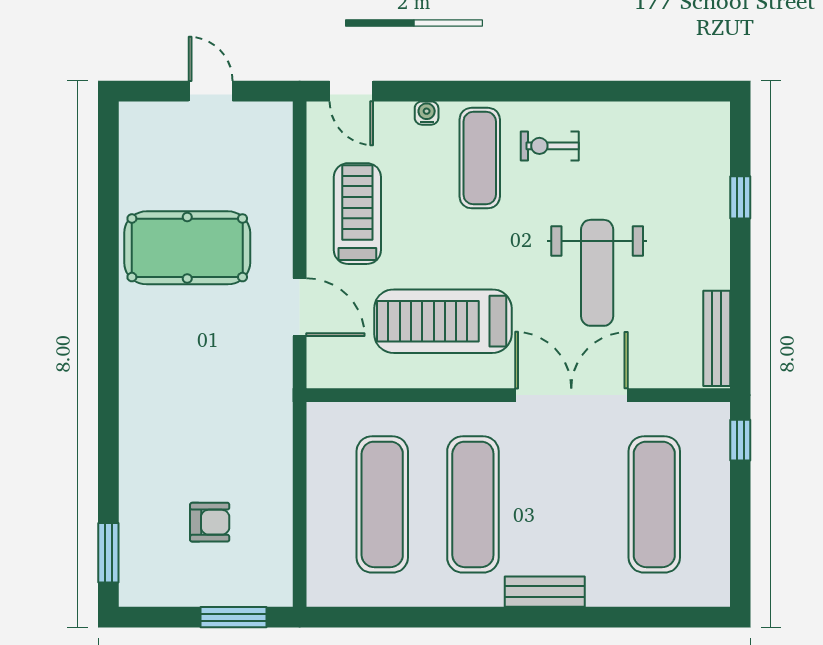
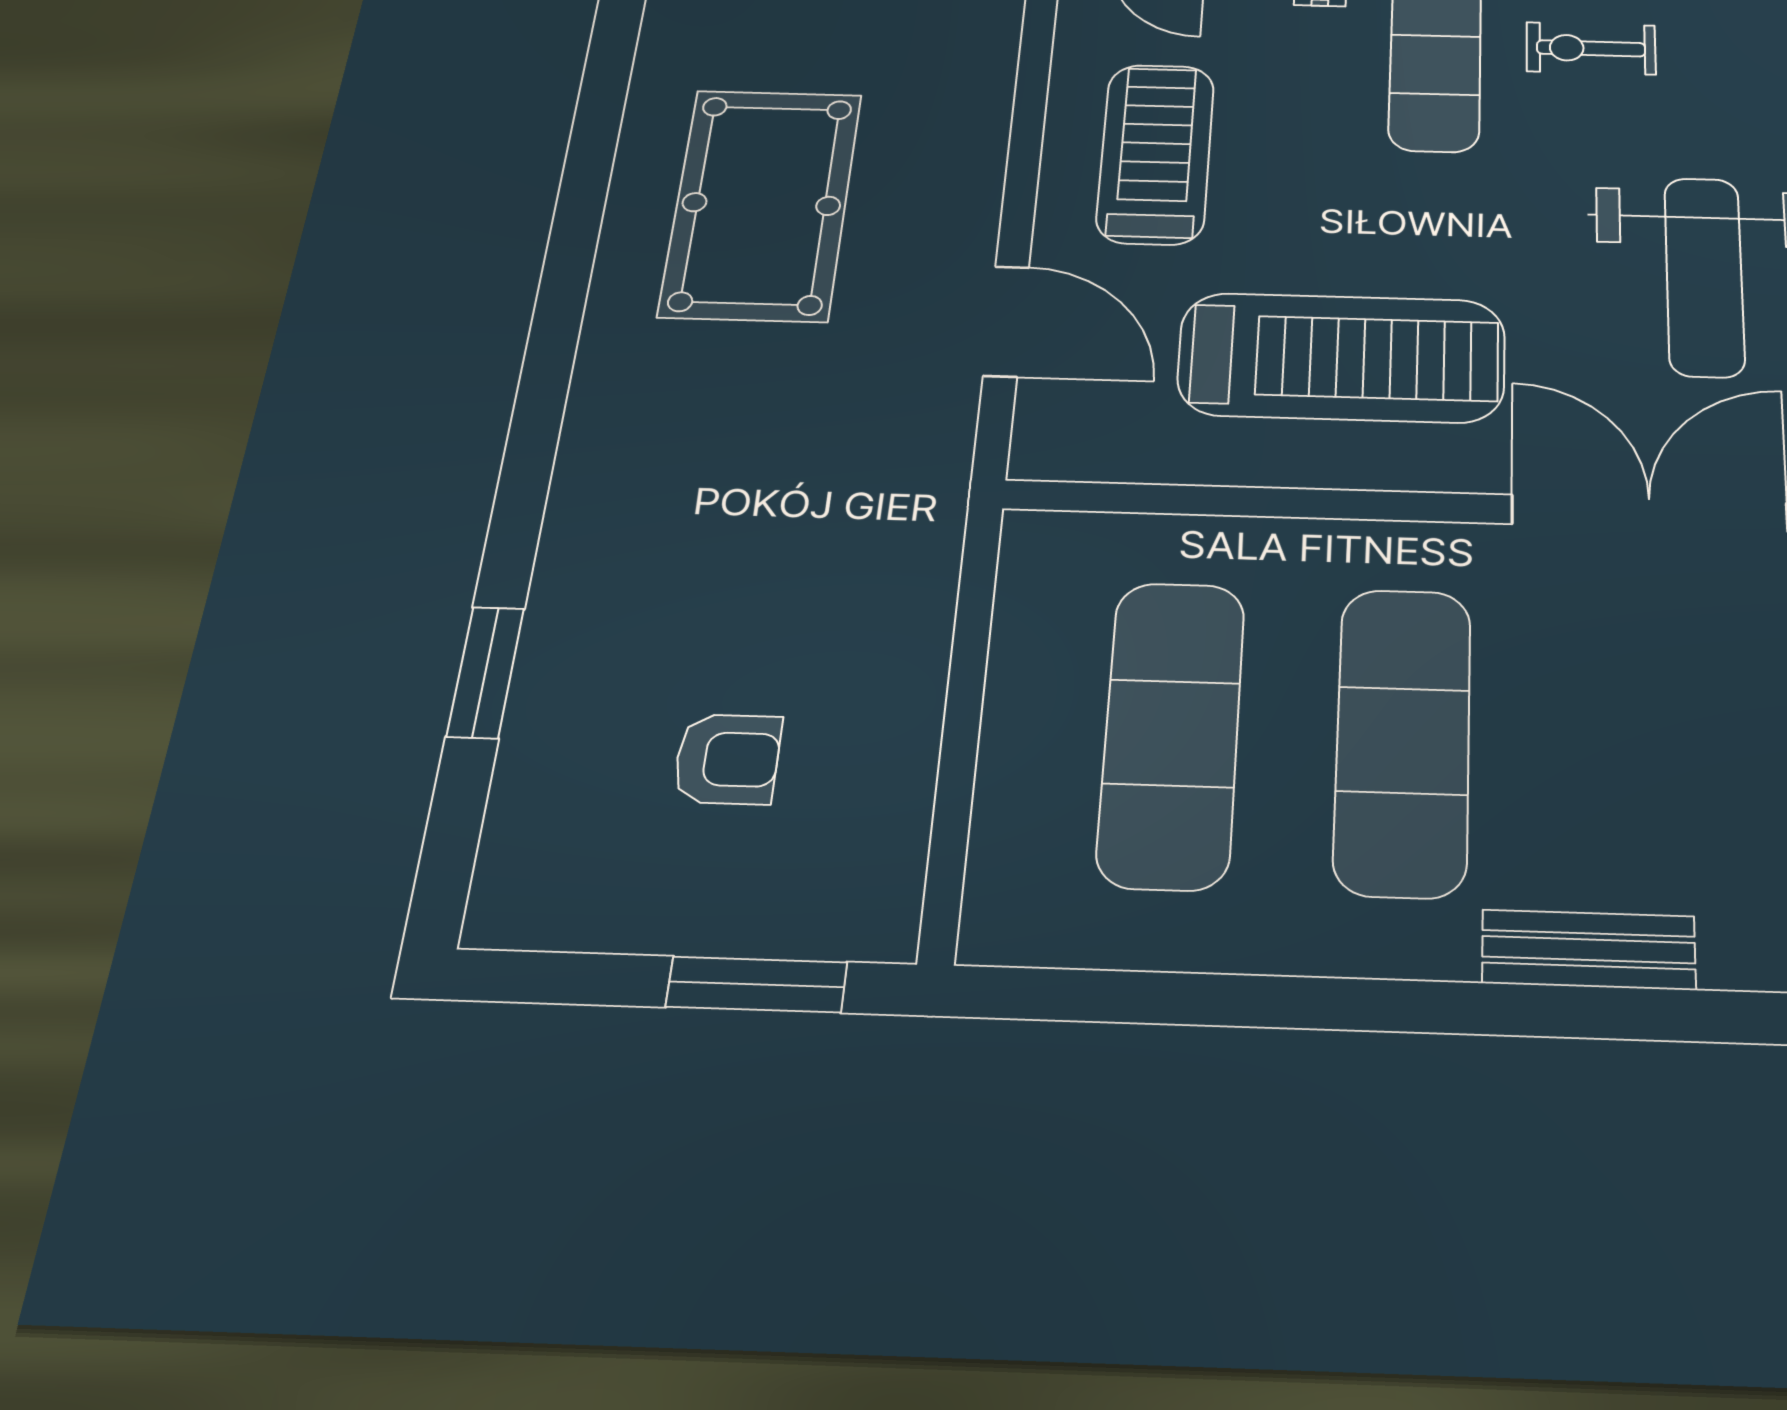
pool table: (187, 248) -> (761, 204), turned 90
treadmill: (443, 321) -> (1342, 358), turned 180
window: (108, 553) -> (486, 672), moved

